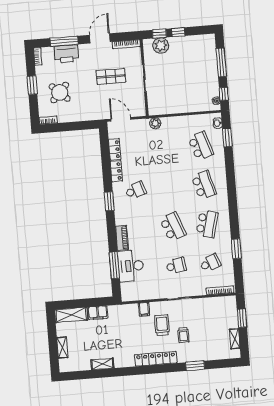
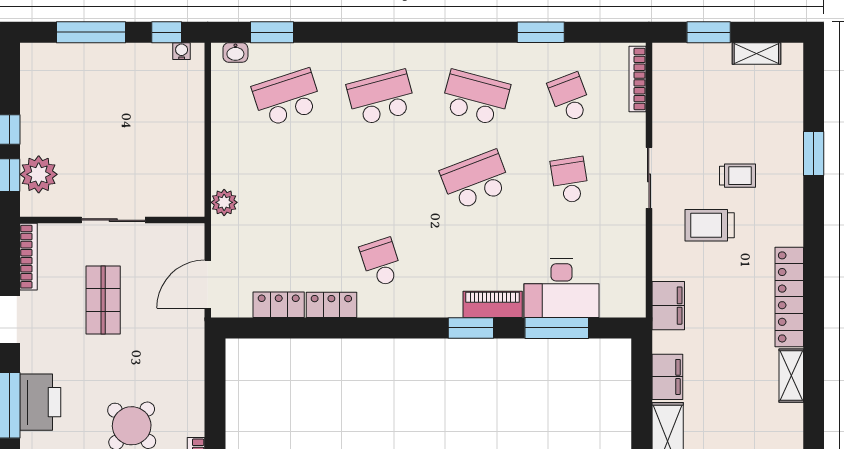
window: (109, 201) -> (471, 328), moved
filing cabinet: (144, 309) -> (668, 306), moved, width x2.00
locker: (156, 359) -> (789, 297), moved

